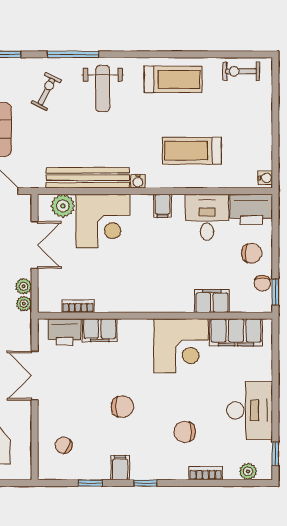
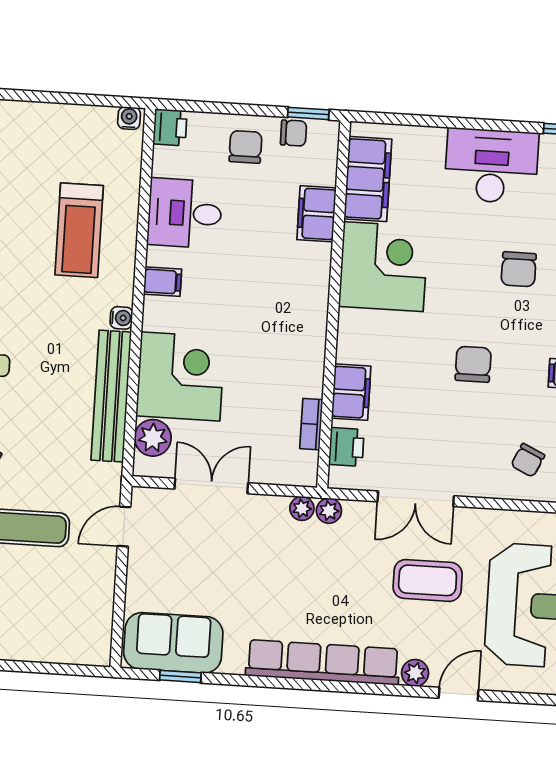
printer: (251, 209) -> (170, 127), width x0.53, depth x0.68
plant: (24, 286) -> (329, 511), moved
printer: (65, 332) -> (346, 447), width x0.73, depth x0.81

